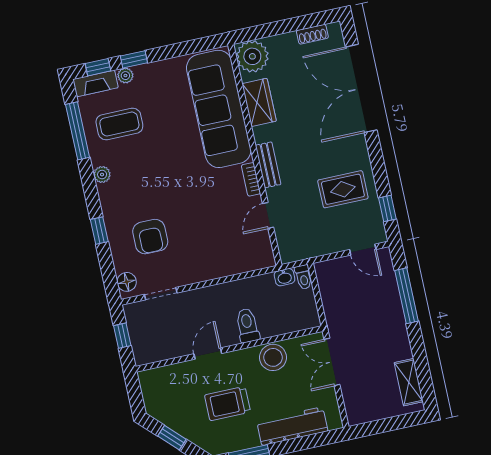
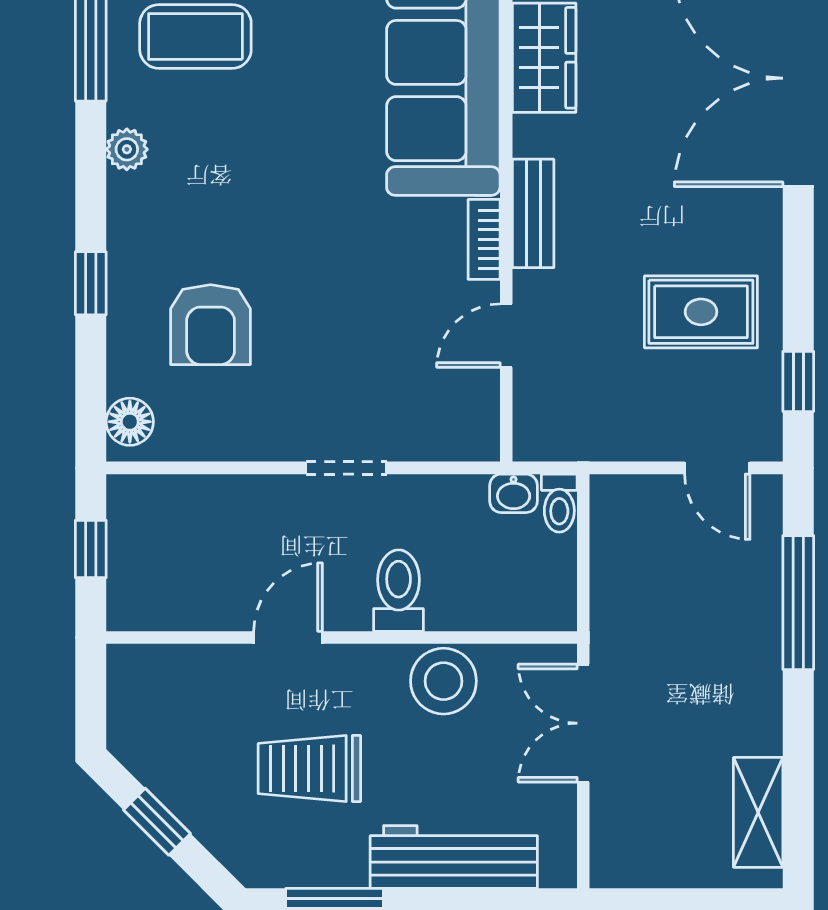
doorway: (161, 294) -> (346, 468), moved

